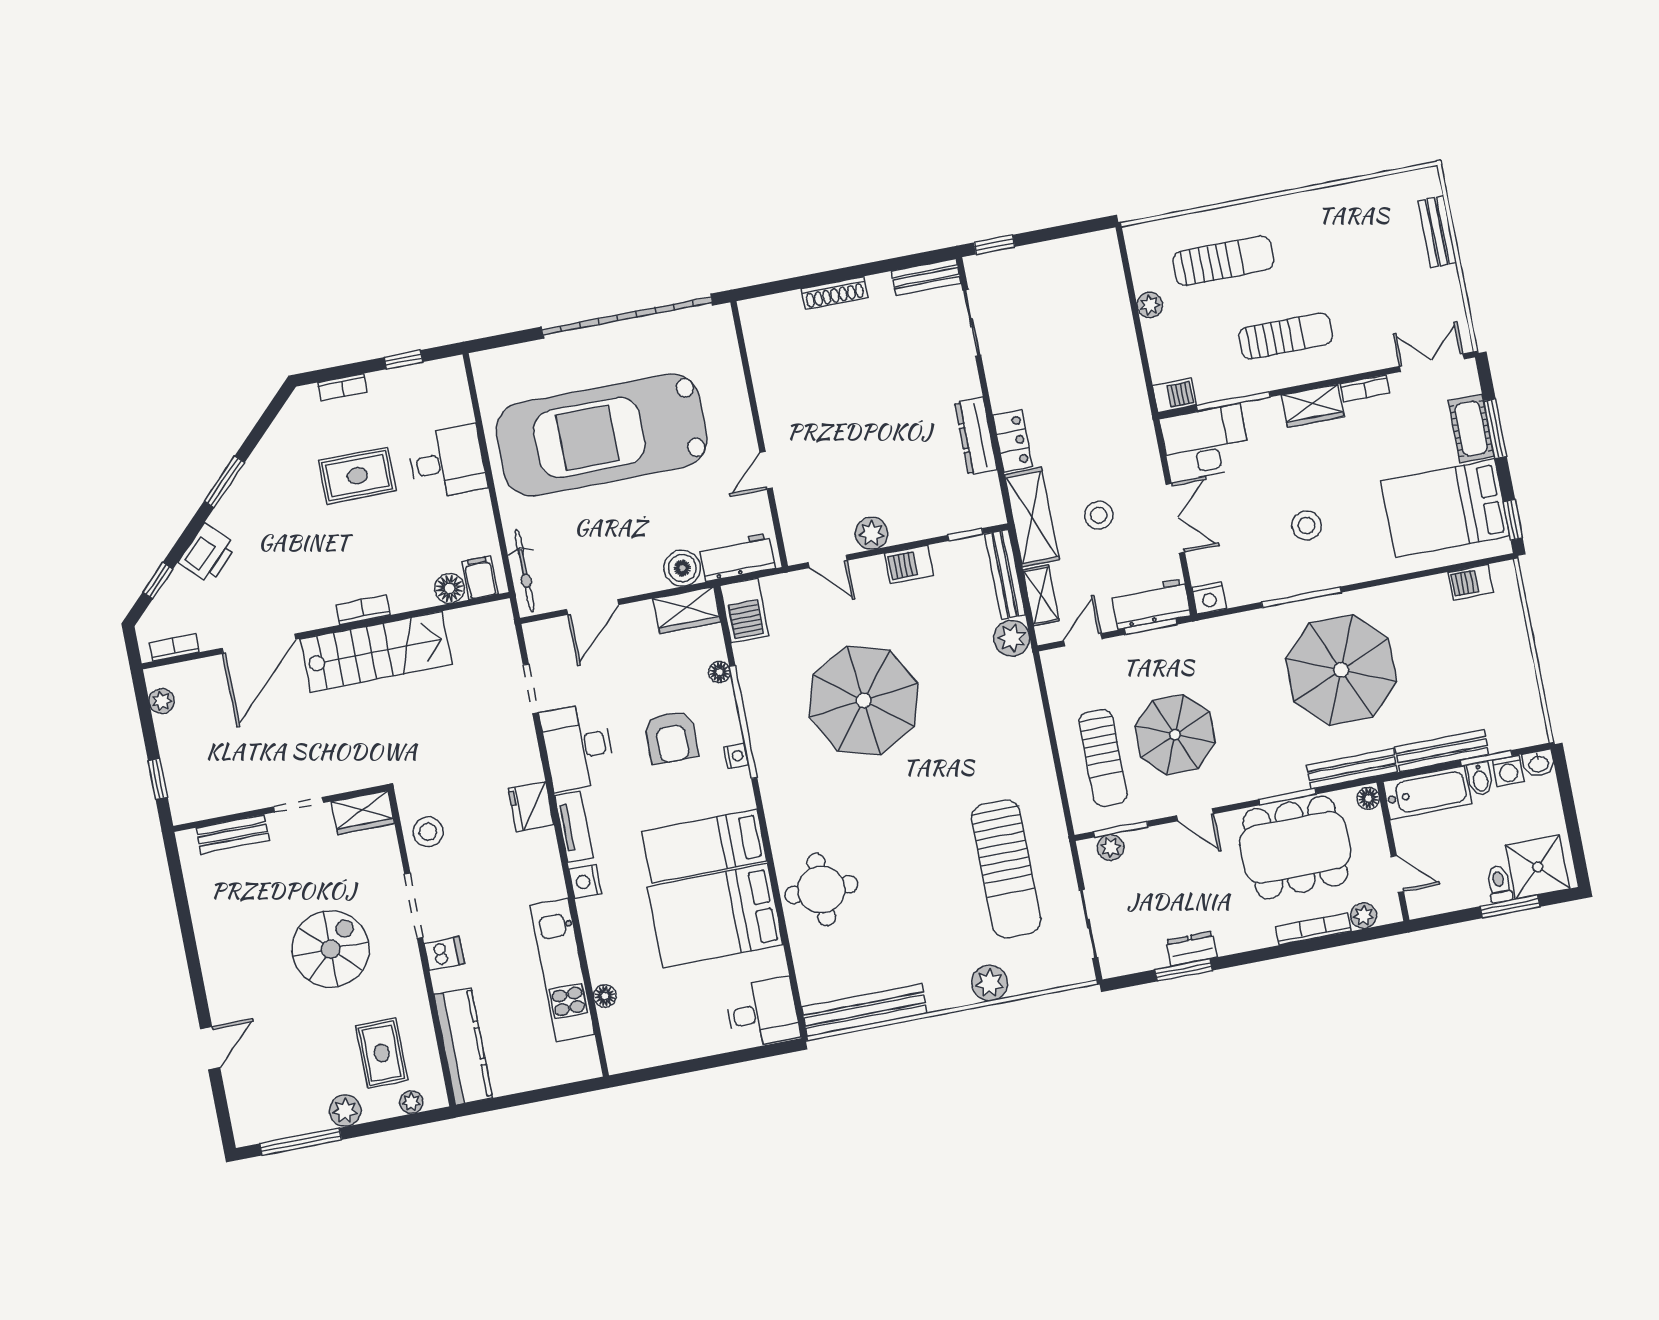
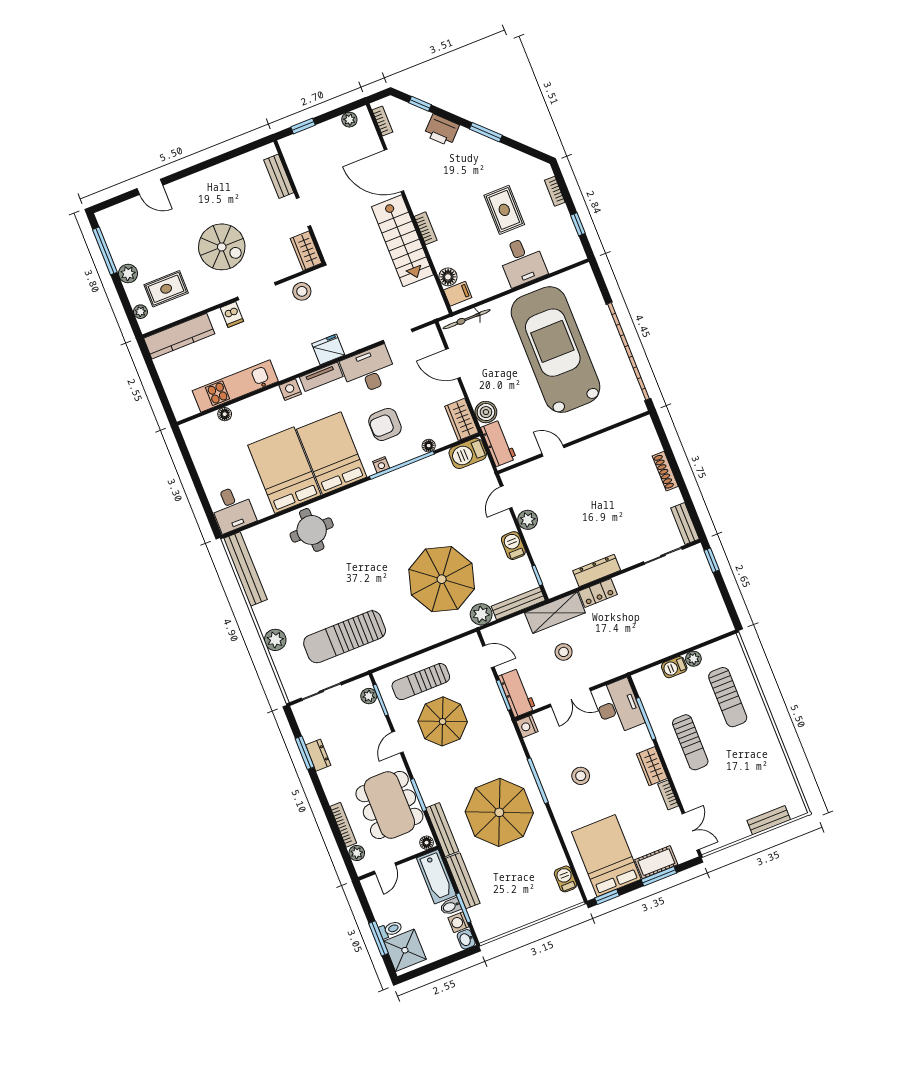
barbecue: (1174, 395) -> (674, 667), moved, turned 90
shelving: (1041, 595) -> (510, 627), removed
parasol: (864, 700) -> (442, 579), moved
bed: (704, 846) -> (332, 453), width x1.50

